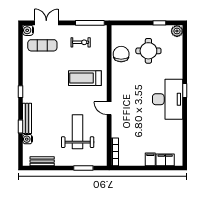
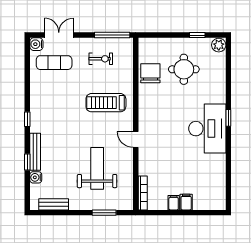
filing cabinet: (165, 160) -> (174, 203), moved, width x0.50

